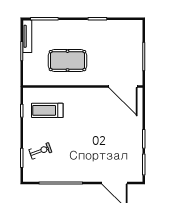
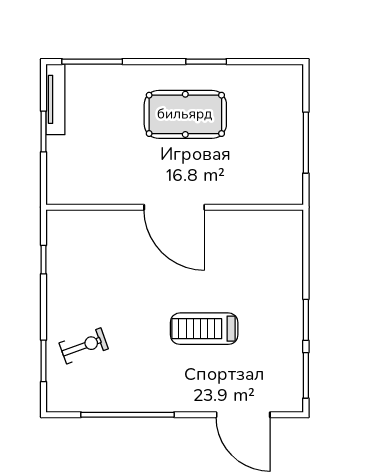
pool table: (68, 61) -> (185, 114), moved
door: (123, 86) -> (174, 207), moved
treadmill: (47, 110) -> (204, 329), moved

